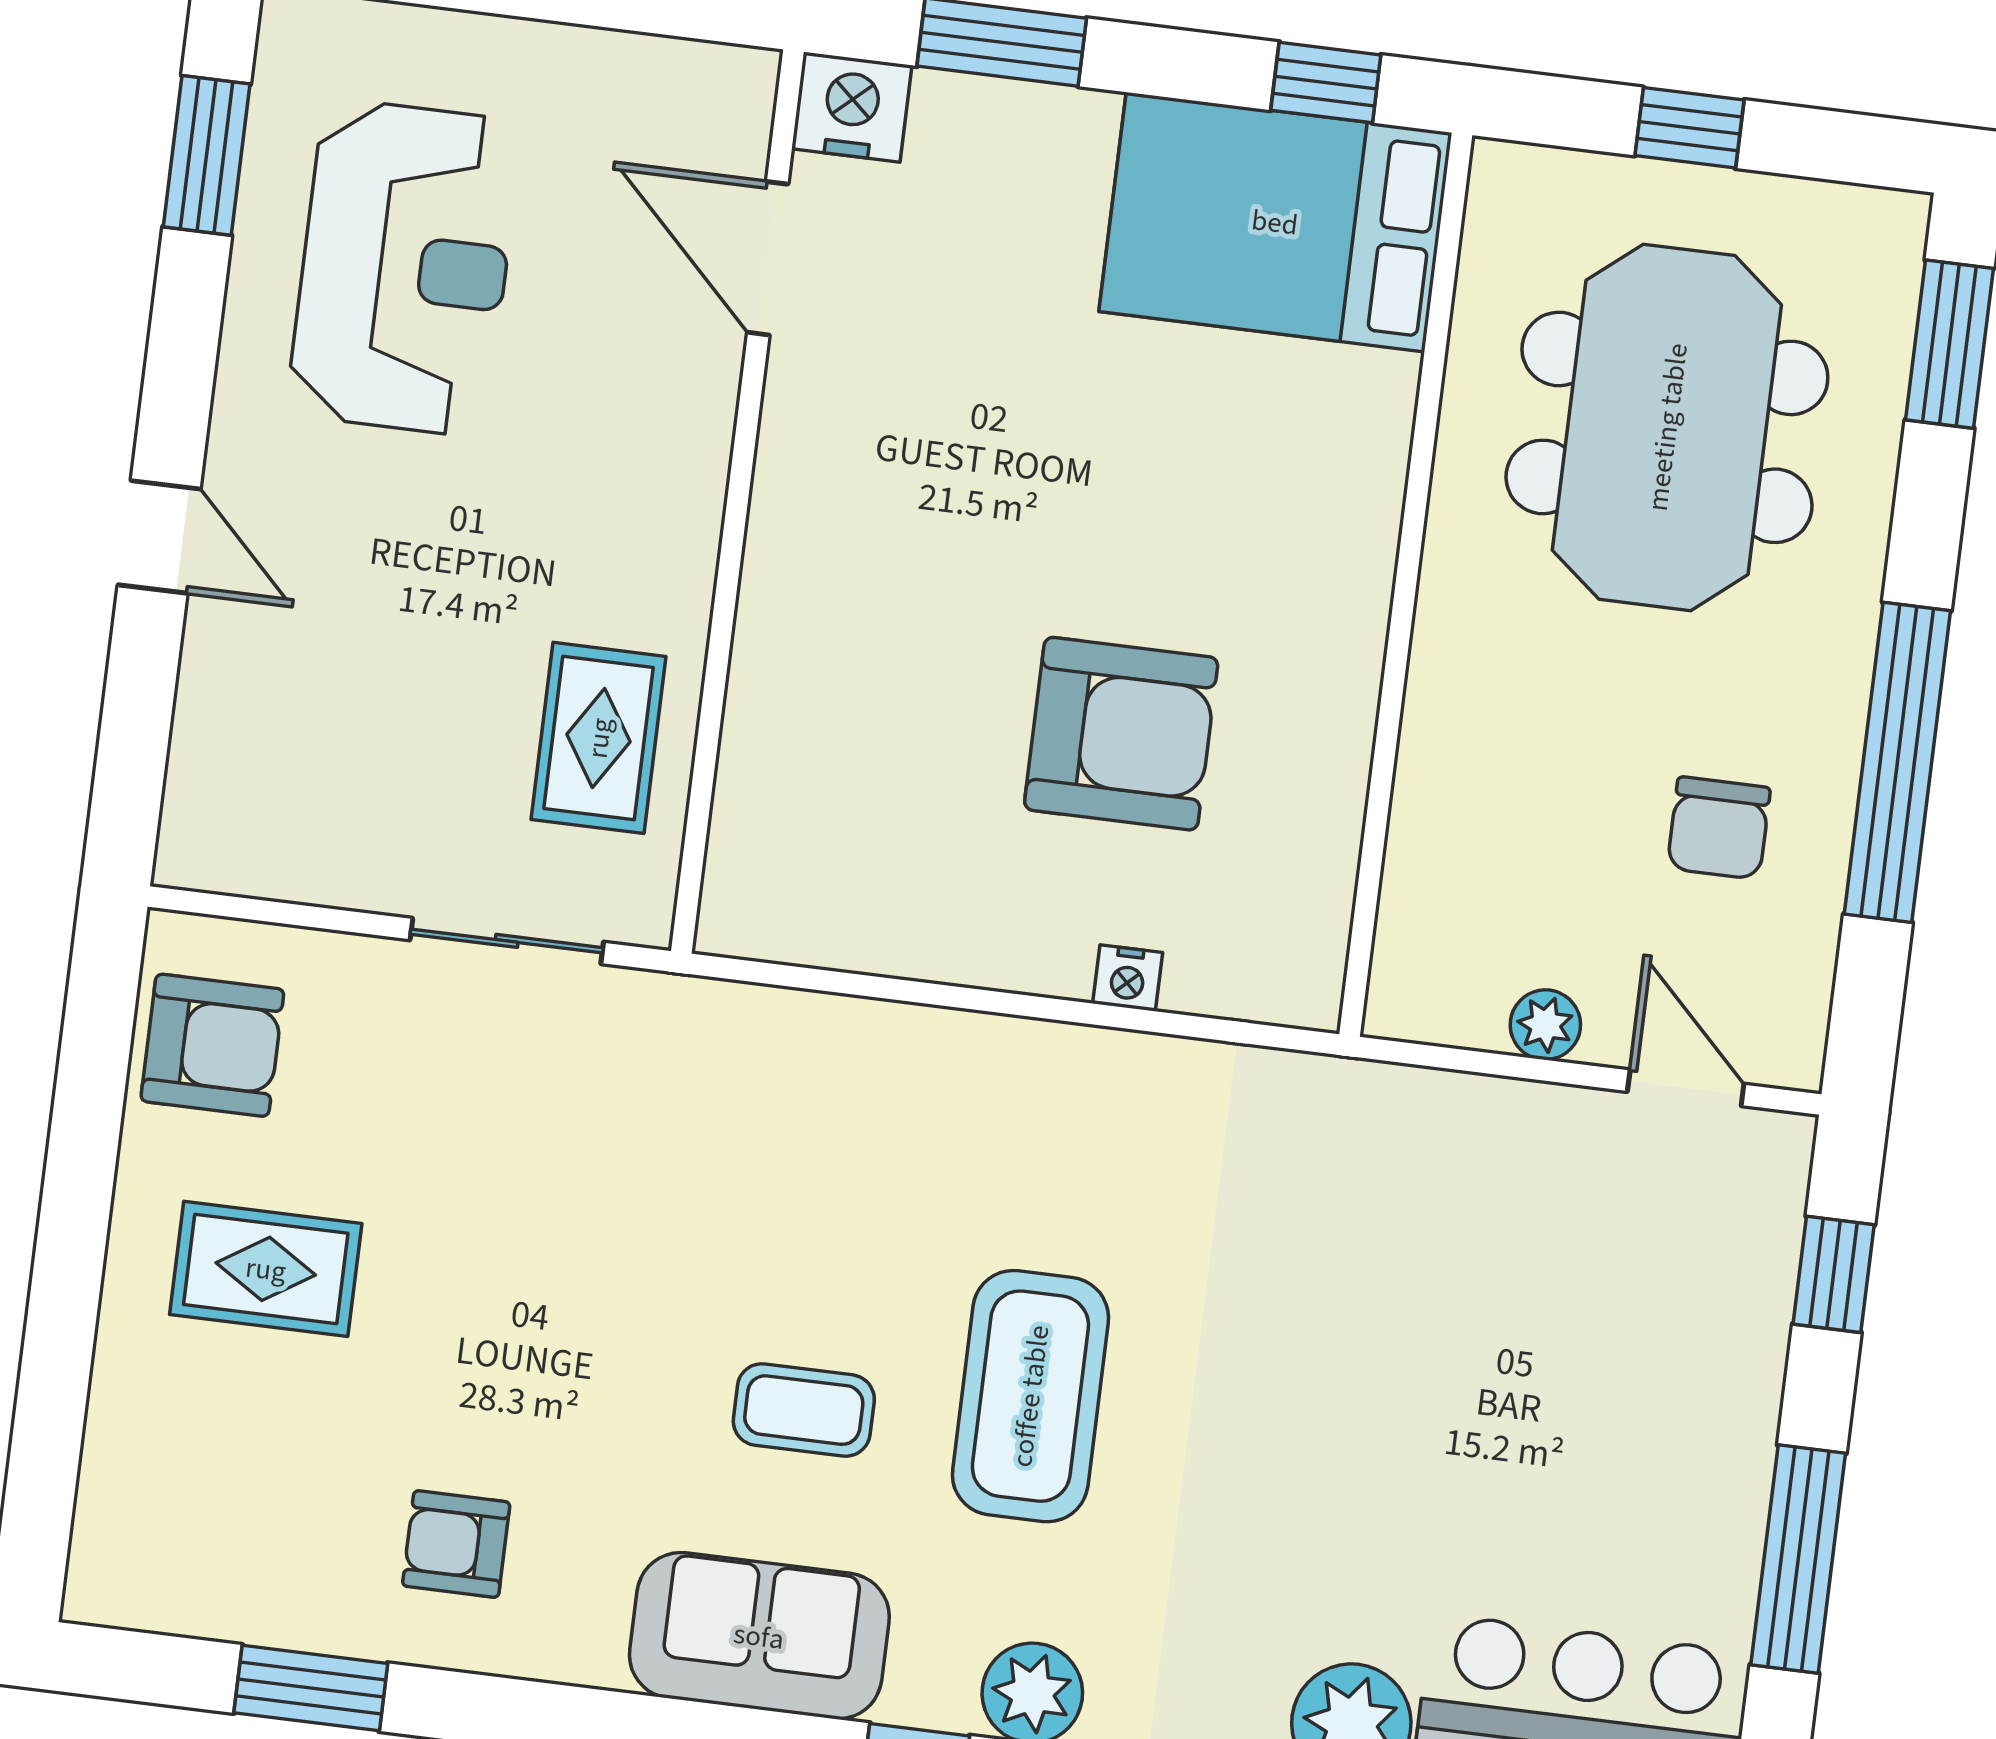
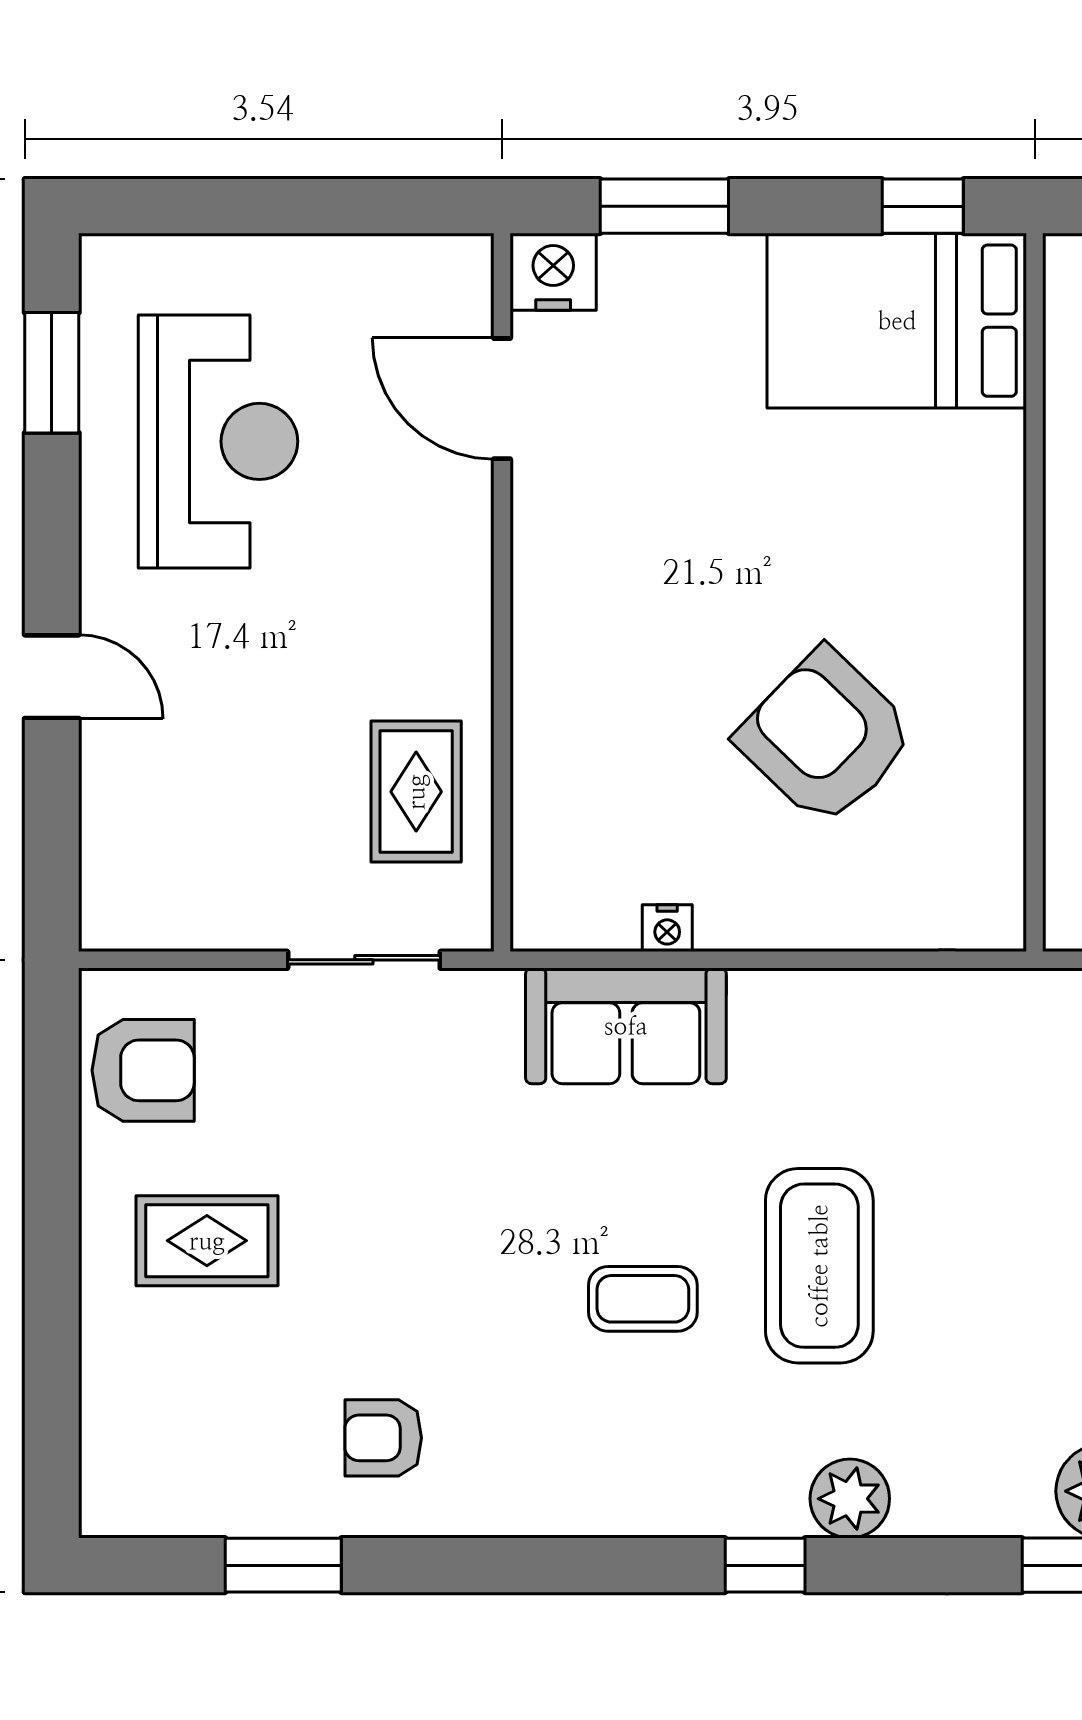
armchair: (1121, 734) -> (826, 737), turned -136
nightstand: (1128, 978) -> (667, 928), moved
sofa: (759, 1636) -> (626, 1026), moved, turned 180

